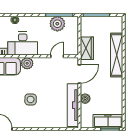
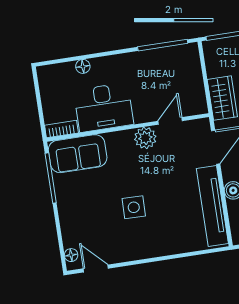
plant: (57, 24) -> (161, 61), removed
plant: (27, 63) -> (145, 138), moved

